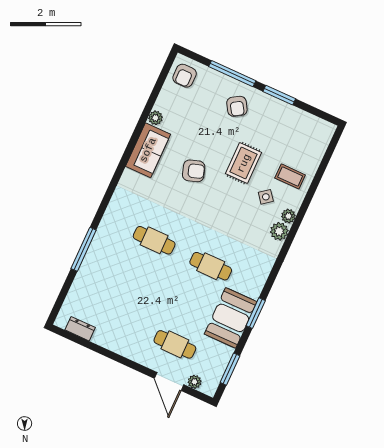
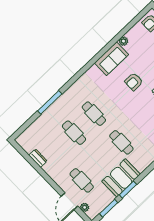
armchair: (194, 171) -> (134, 82), turned 108
cafe table: (136, 279) -> (74, 133), added
window: (256, 313) -> (128, 190), moved
dresser: (80, 329) -> (38, 158), moved

